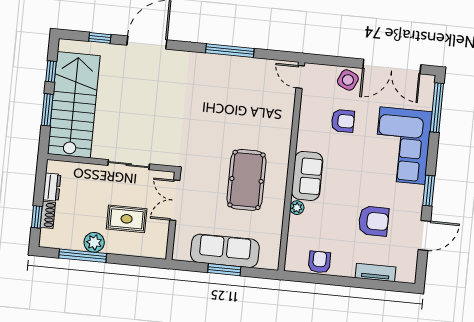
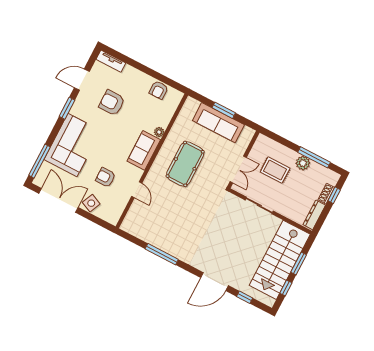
door: (300, 77) -> (137, 190), moved
dresser: (52, 187) -> (314, 215), width x1.44
tv unit: (376, 272) -> (111, 61), moved

